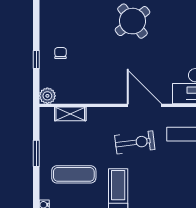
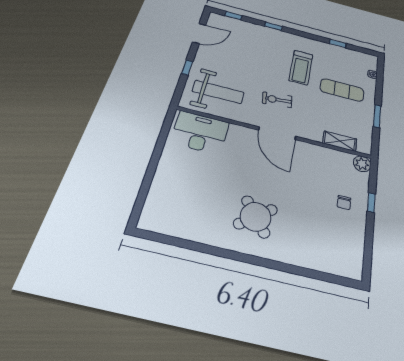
door: (144, 105) -> (277, 133), moved
exercise bike: (135, 142) -> (277, 100), width x0.73, depth x0.72

